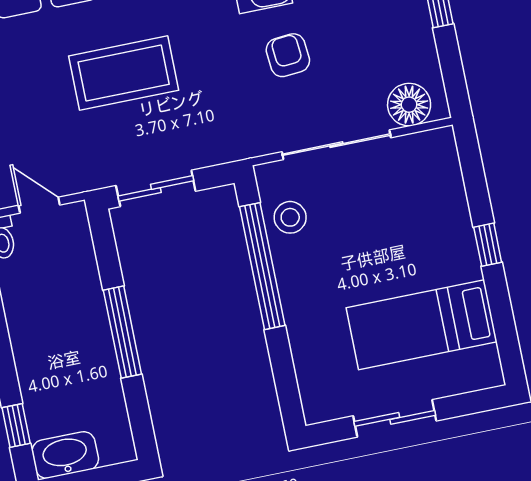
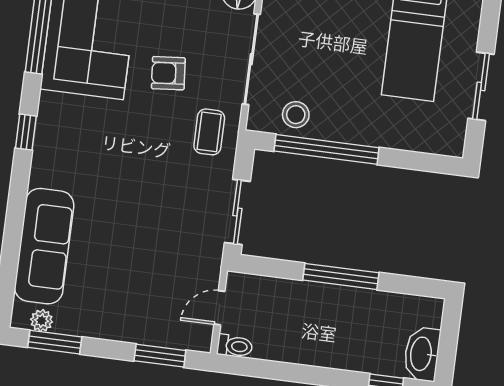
coffee table: (124, 73) -> (209, 132), moved, width x0.54, depth x0.58

